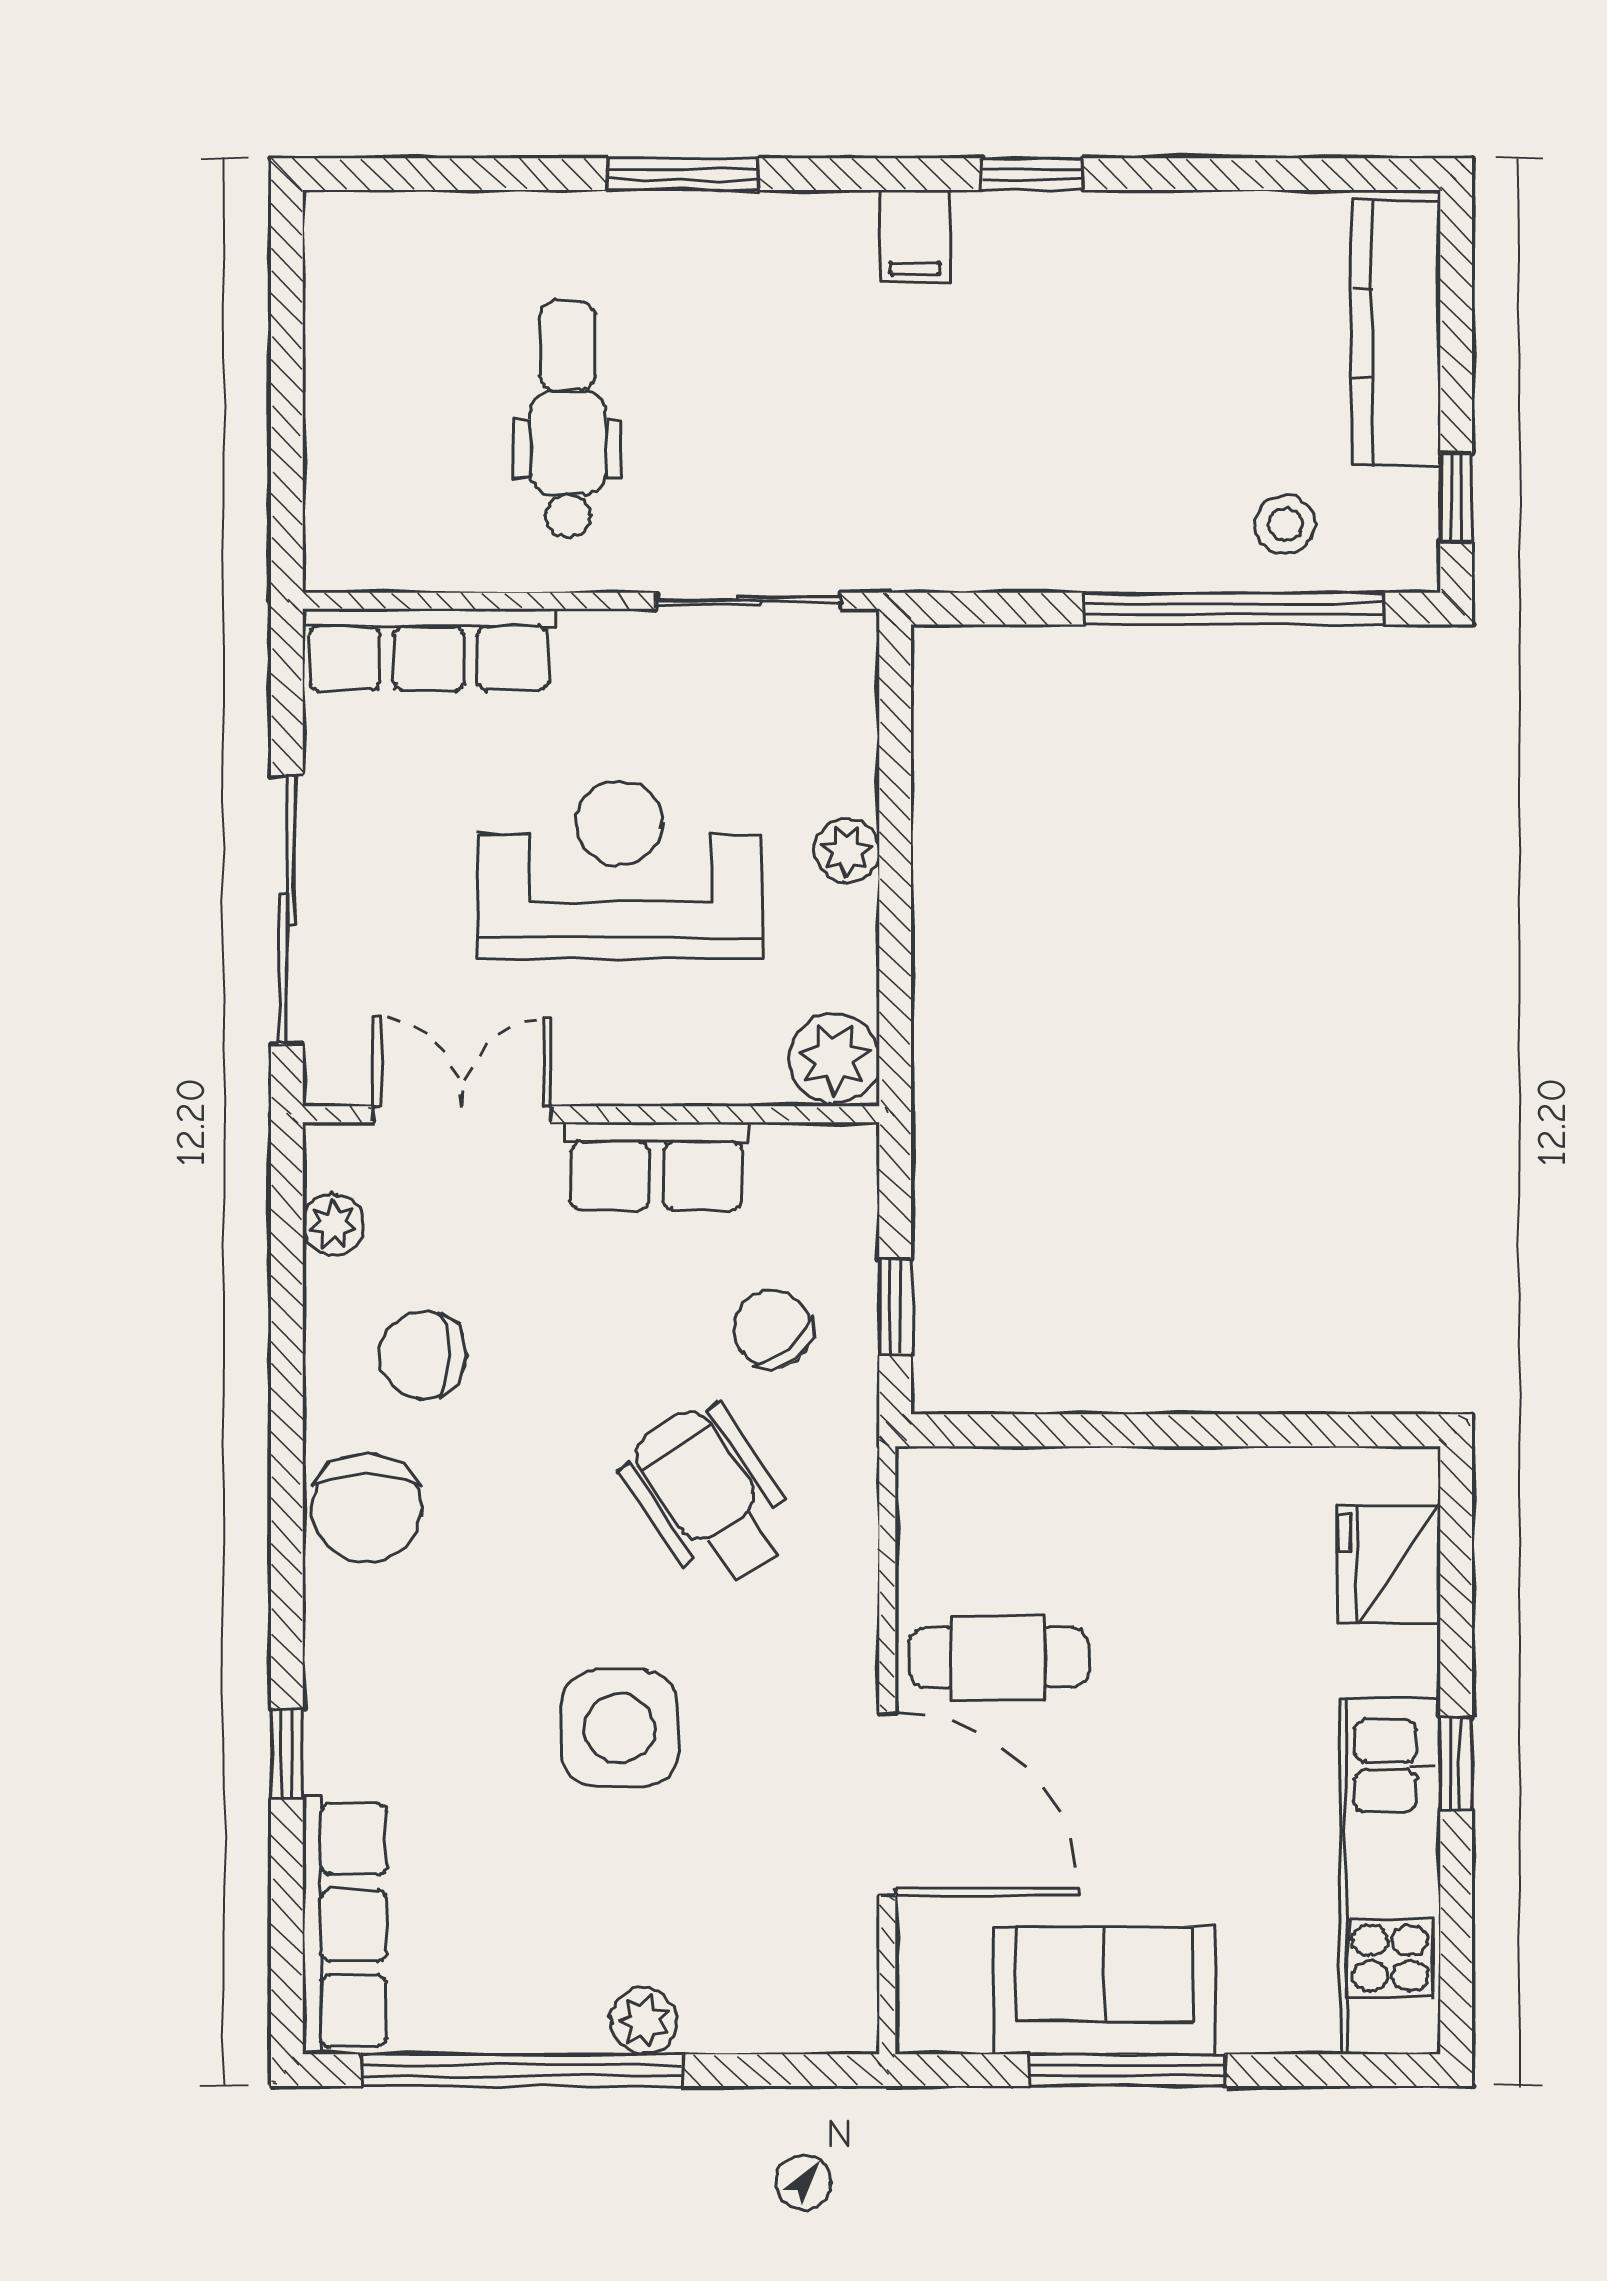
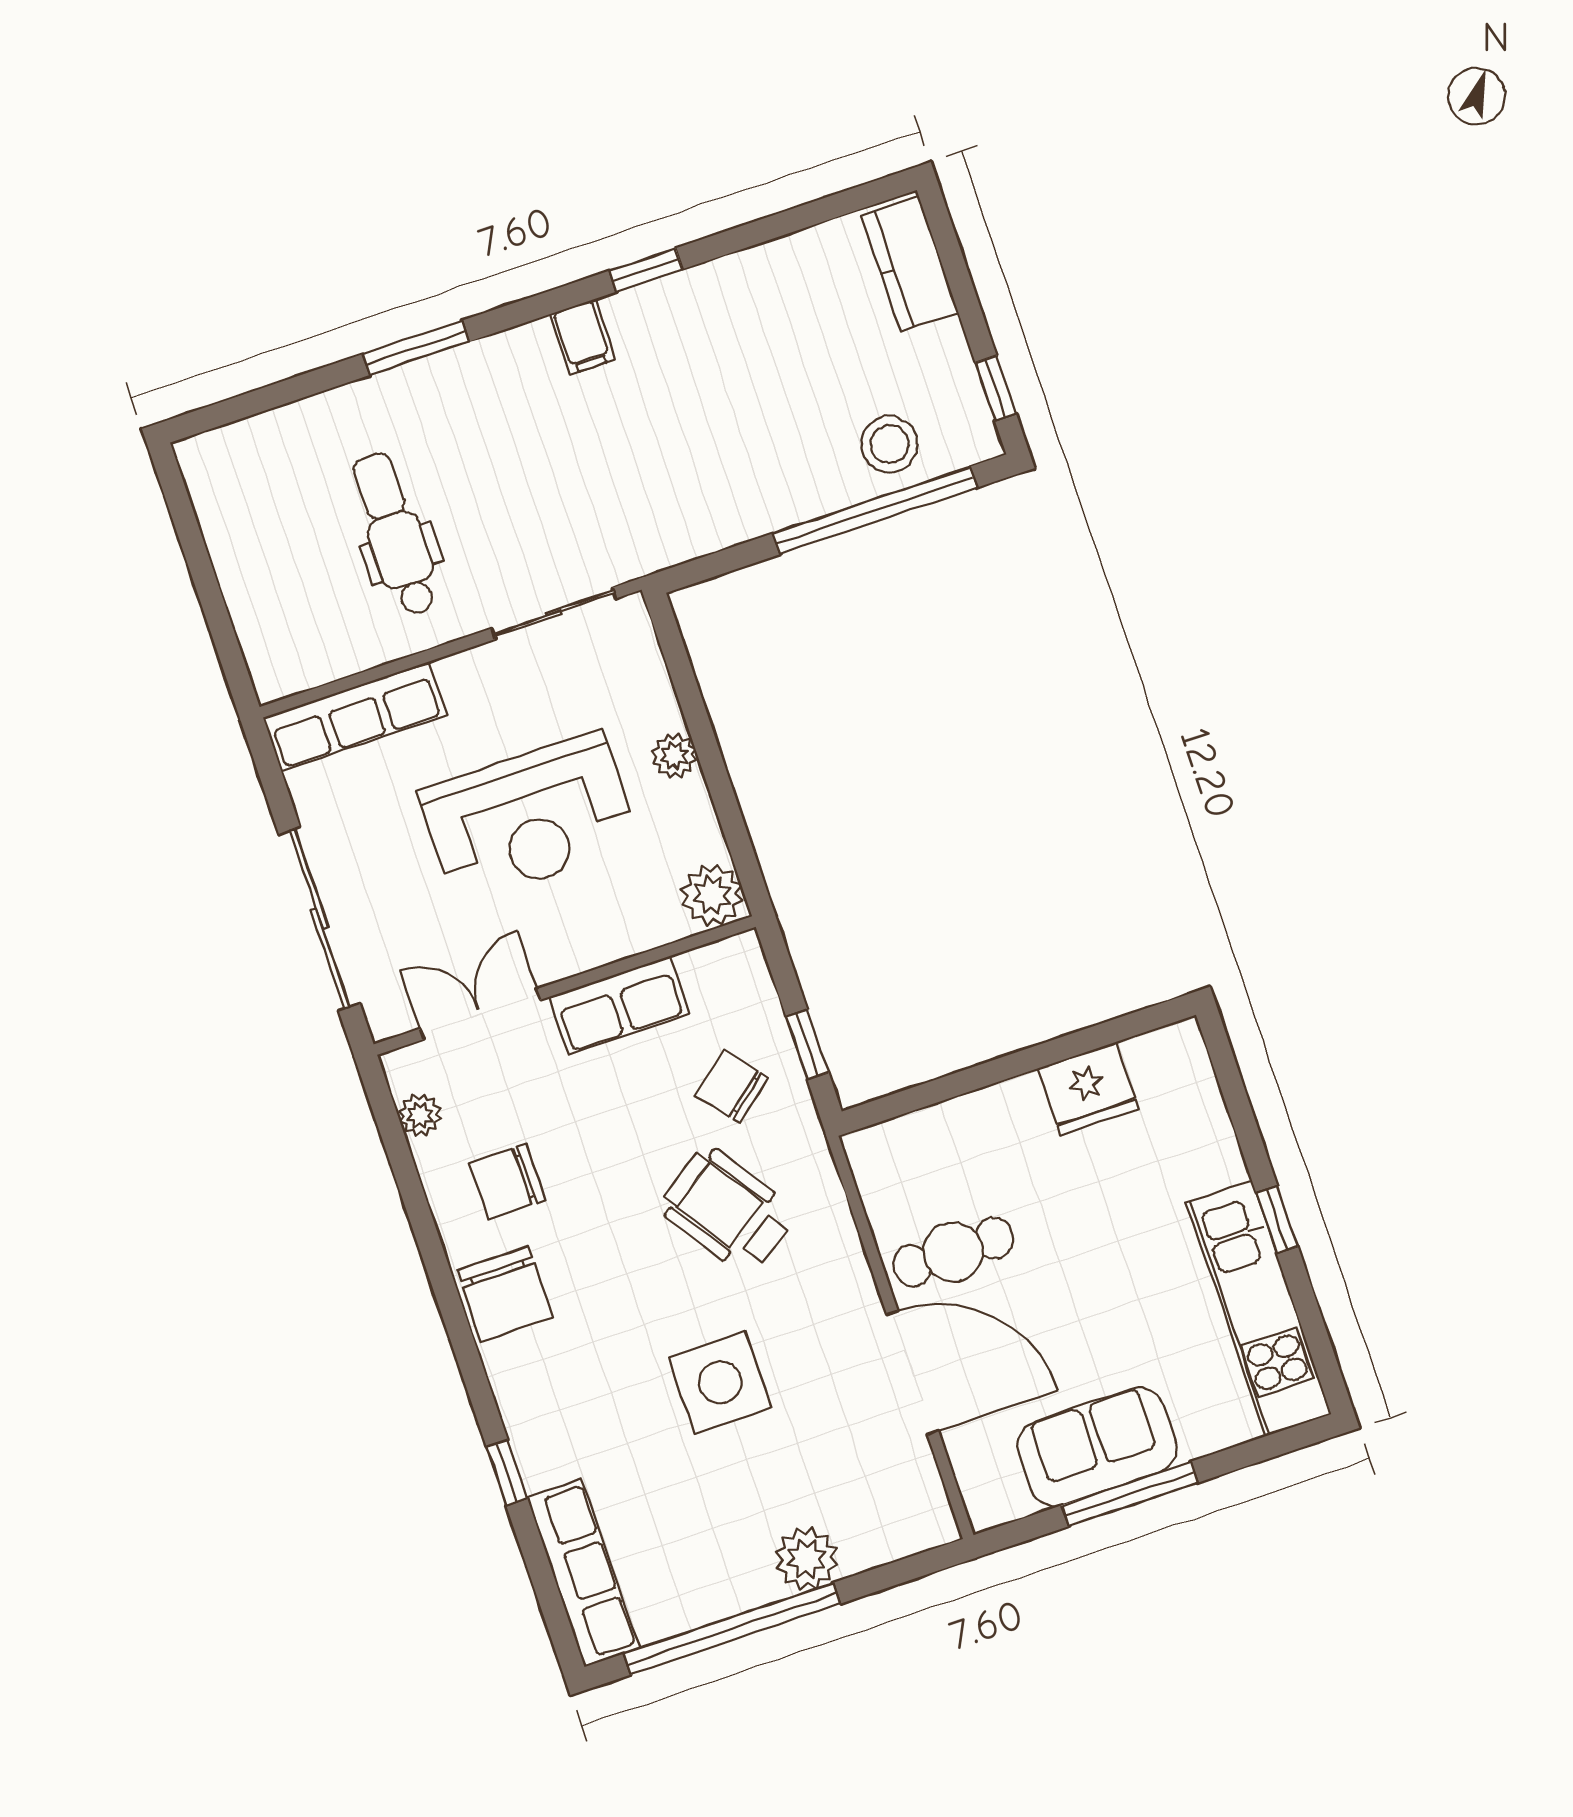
kitchen counter: (1396, 333) -> (910, 264), width x0.67
stool: (1285, 525) -> (889, 444), width x1.37, depth x1.37
reception desk: (620, 869) -> (529, 818), turned 180
fridge: (1389, 1564) -> (1088, 1089), moved, turned -90
plant: (644, 2021) -> (806, 1559), width x1.38, depth x1.38

